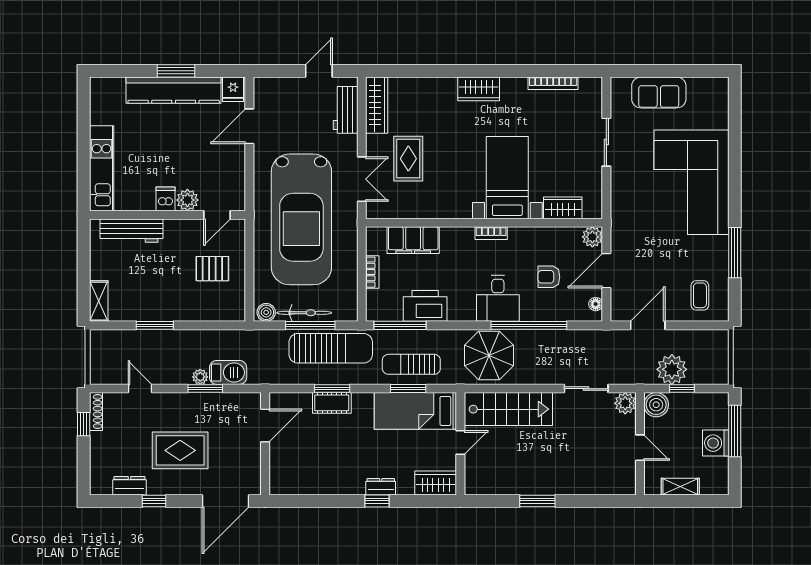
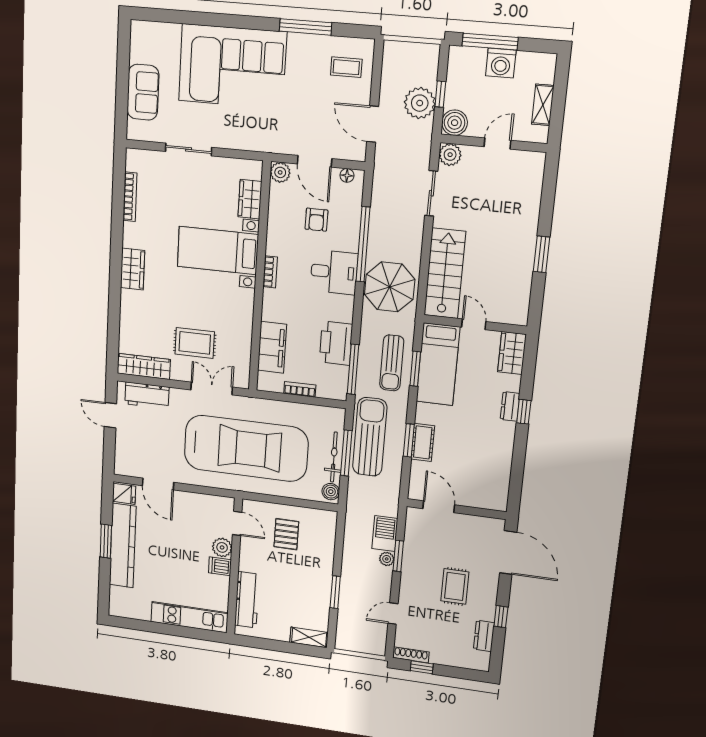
rug: (180, 450) -> (455, 586), width x0.73, depth x0.70

